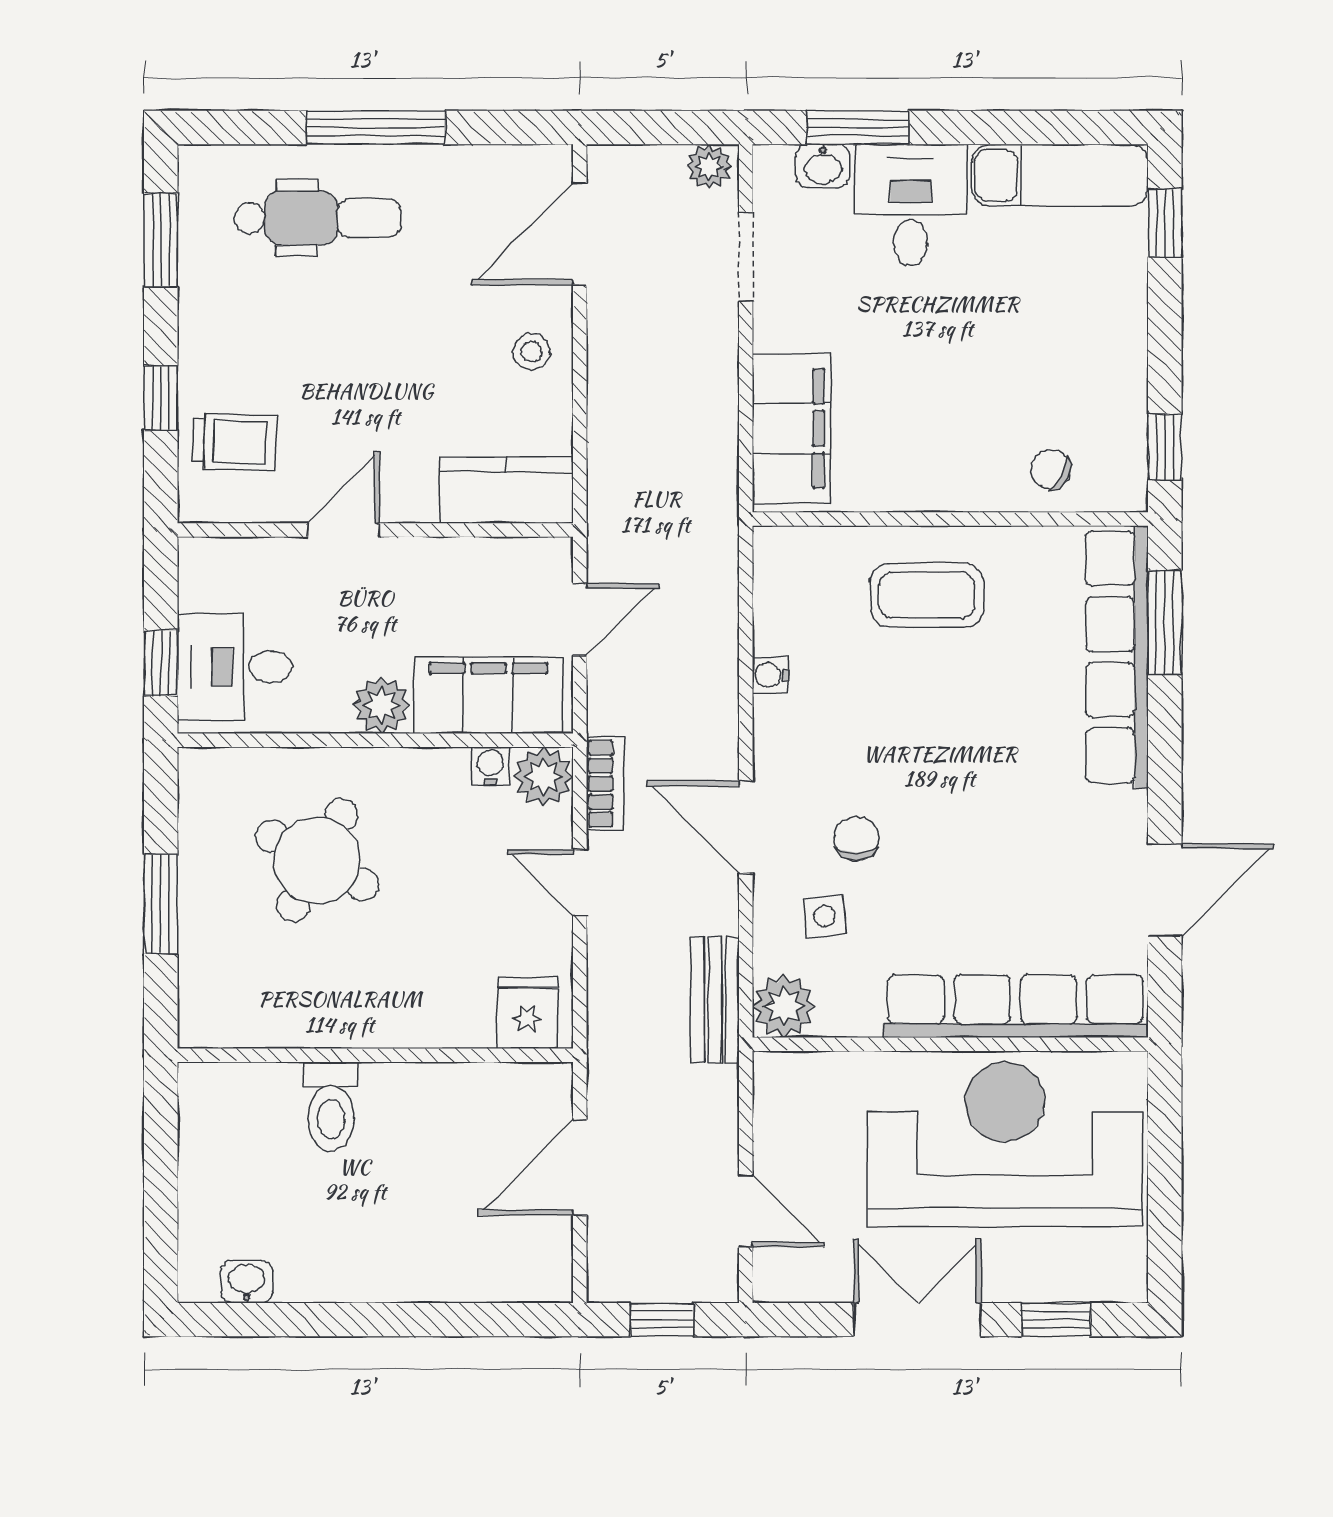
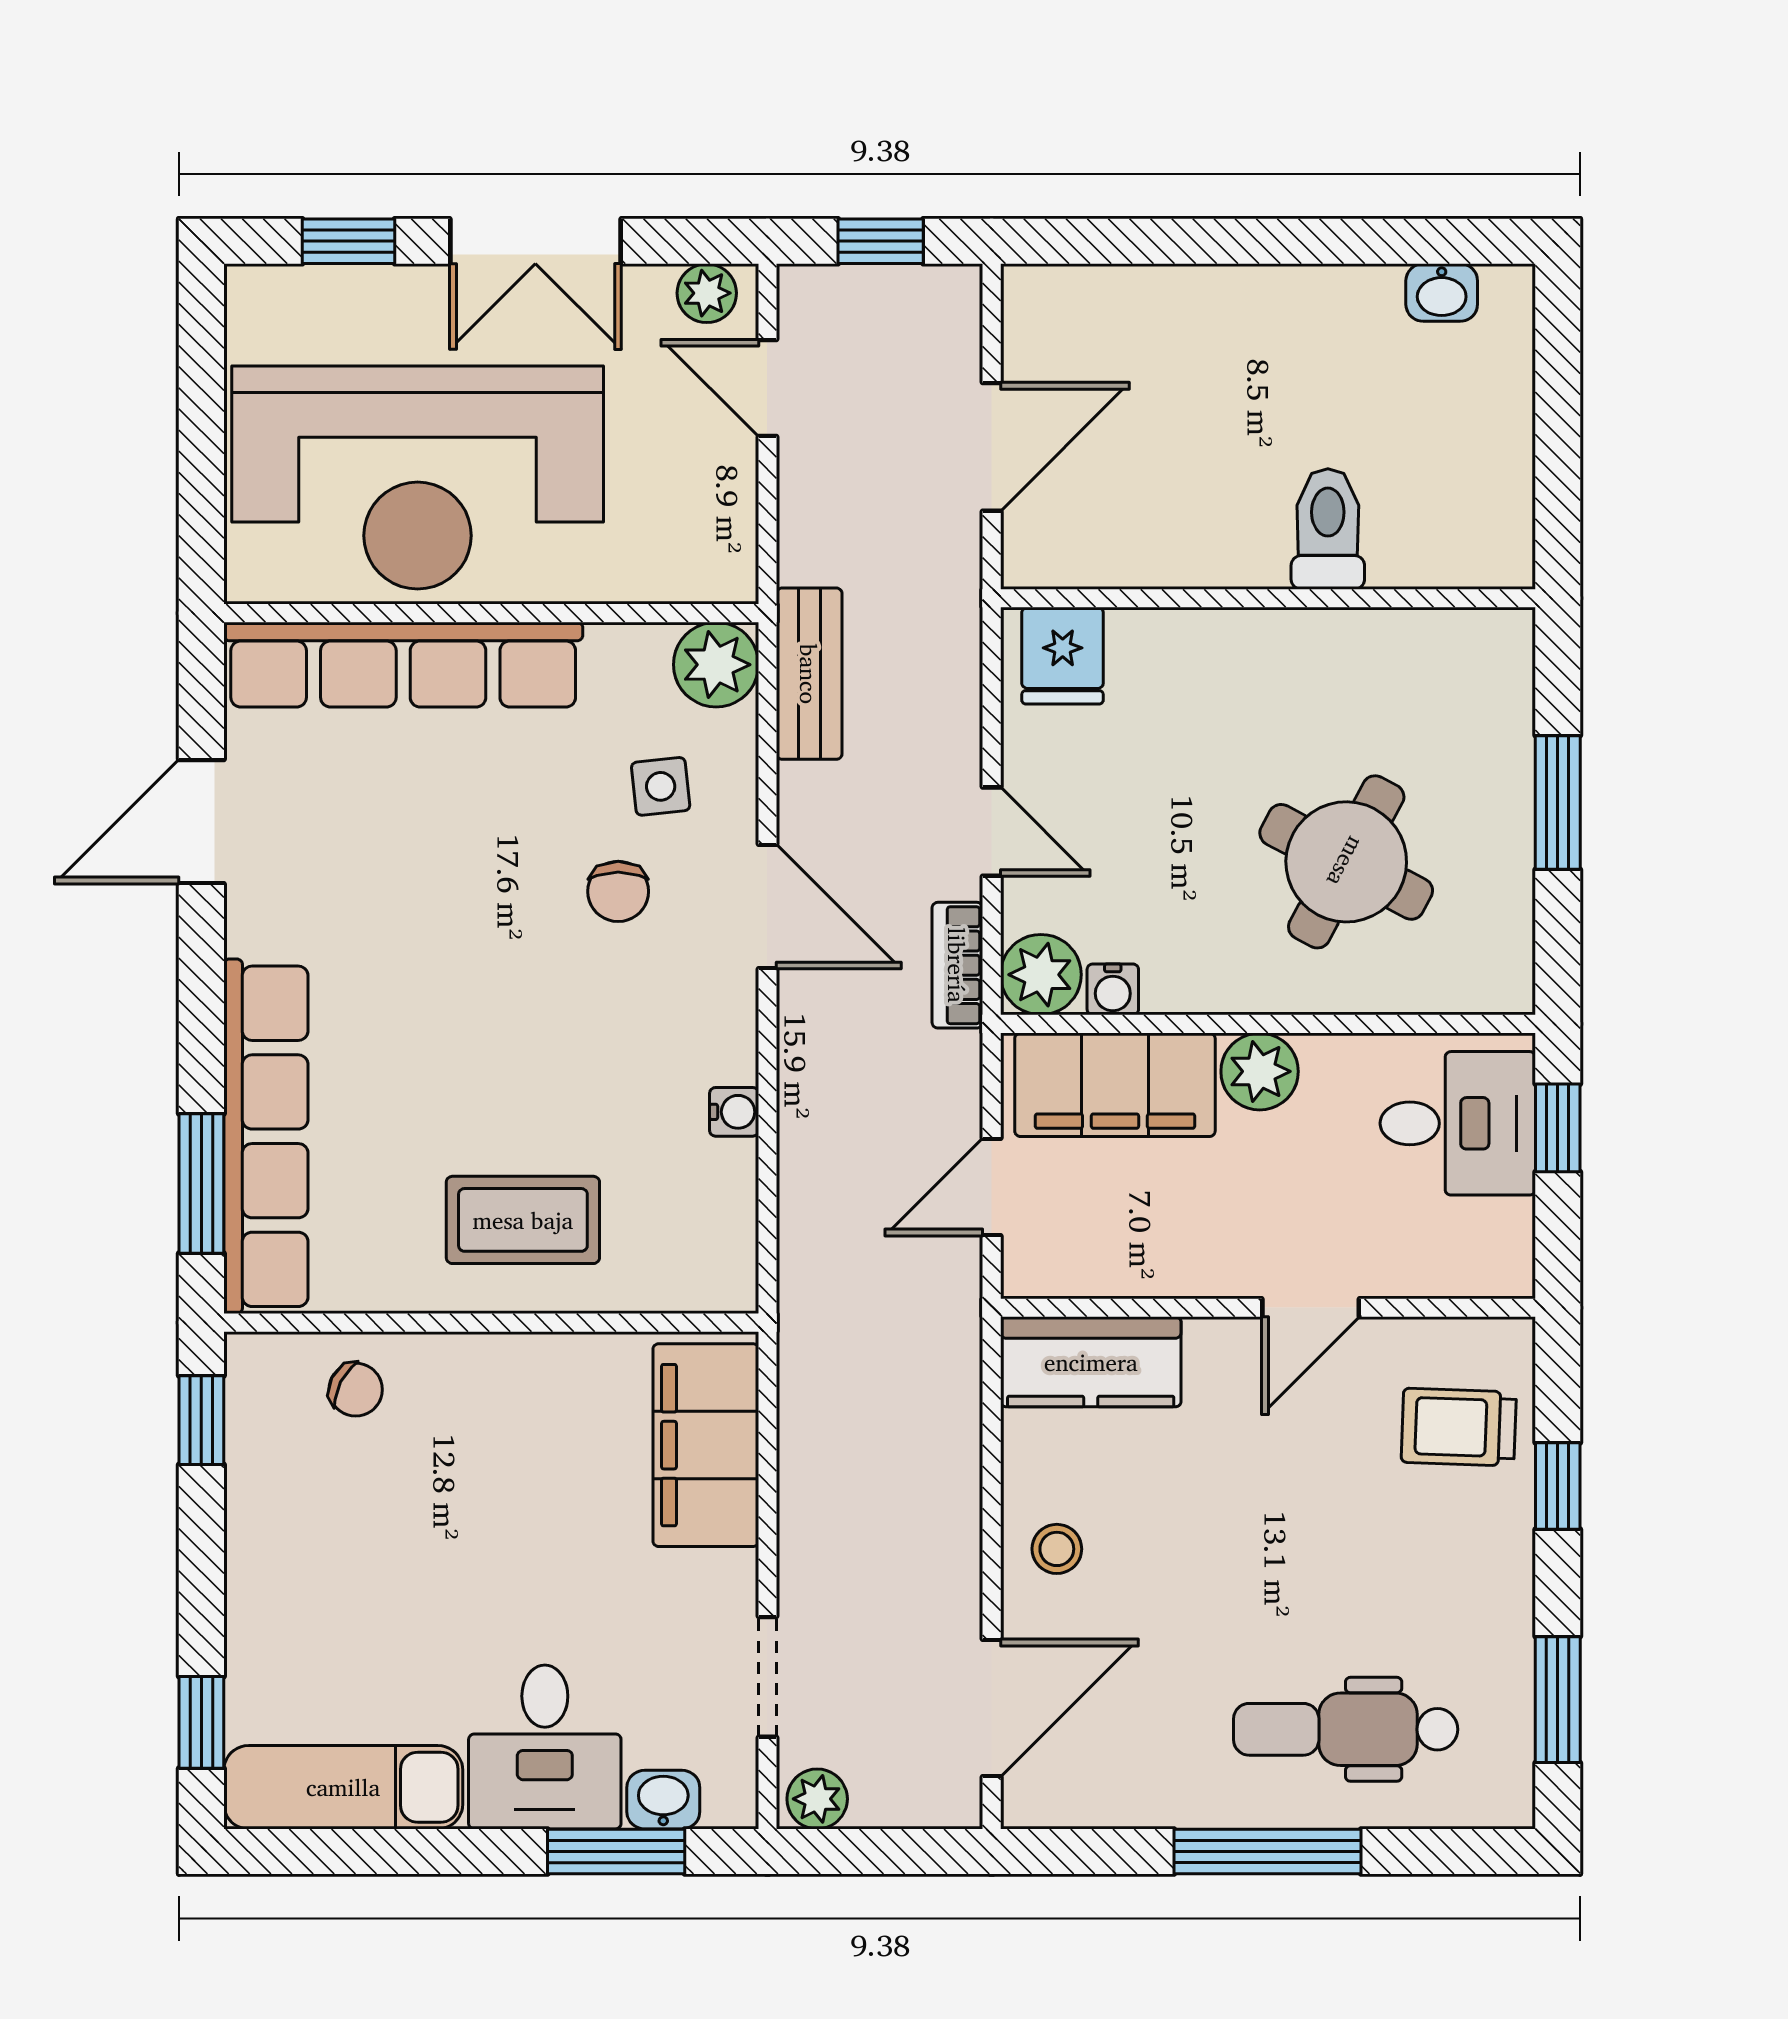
plant: (791, 1281) -> (707, 293), added

